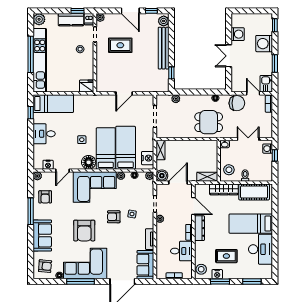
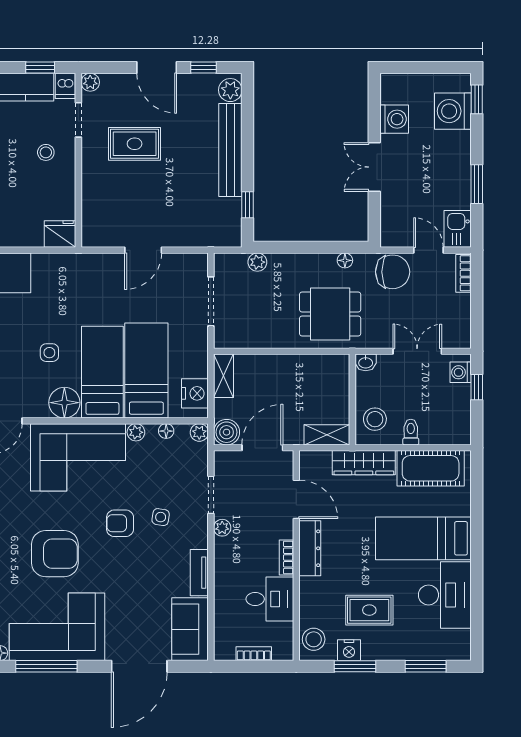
washing machine: (264, 44) -> (453, 111), moved
armchair: (84, 231) -> (55, 554), turned -90

